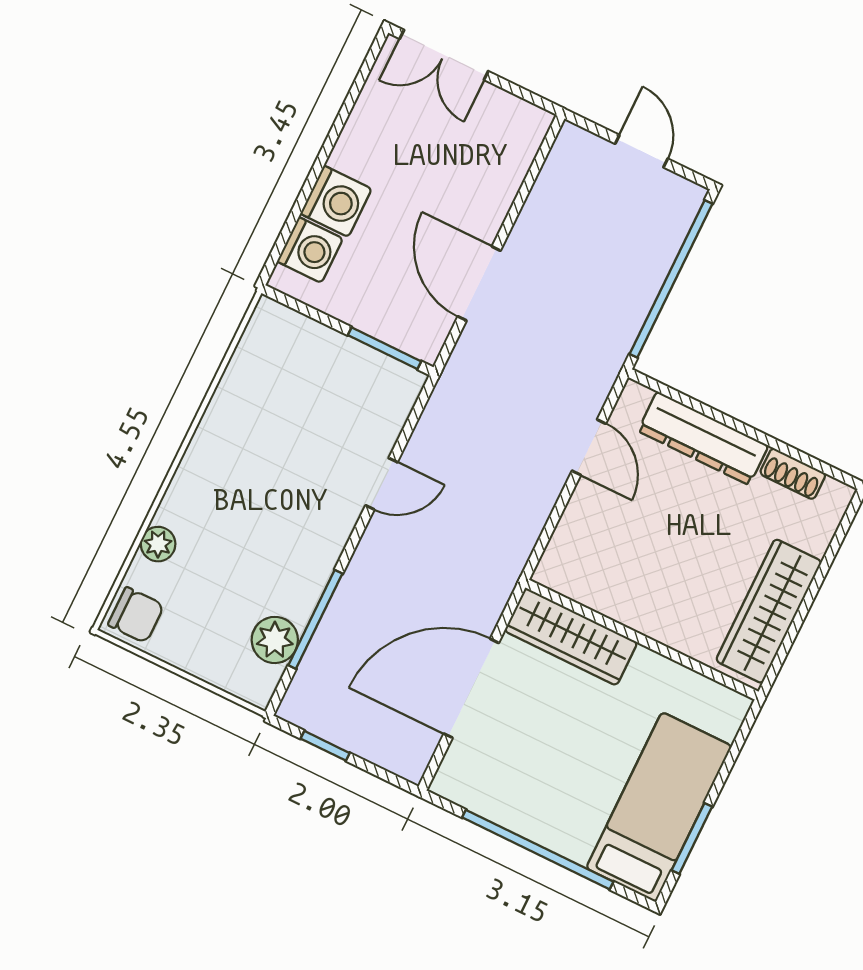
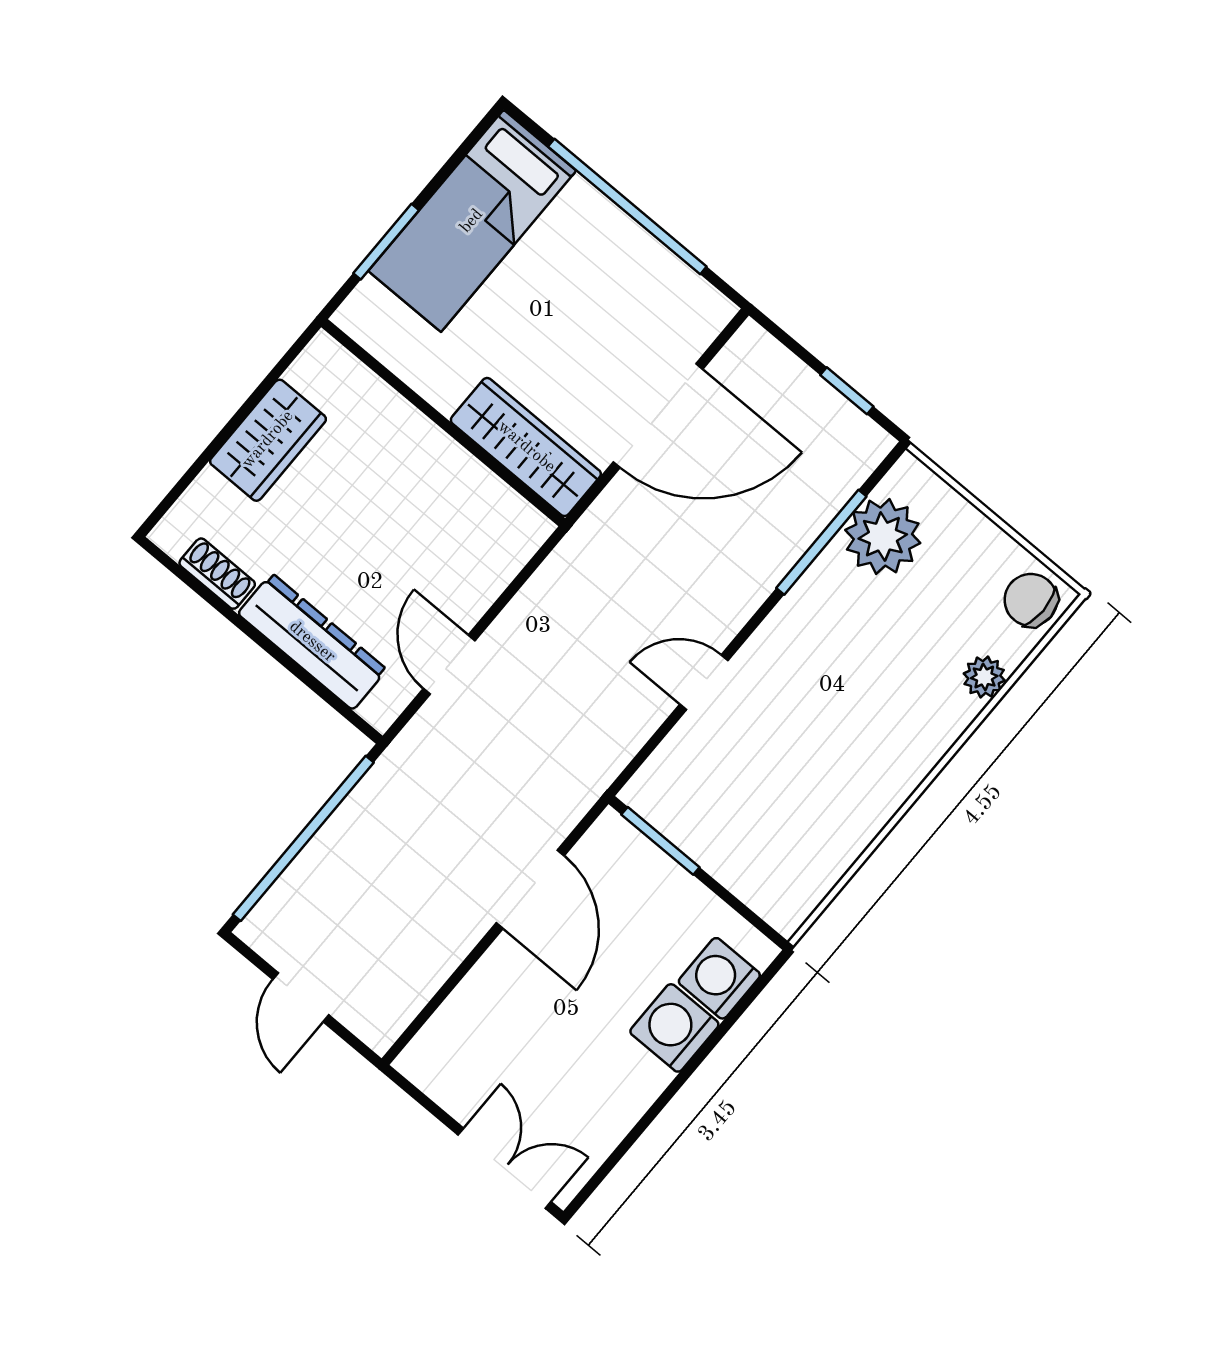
wardrobe: (769, 611) -> (268, 440), width x0.67
plant: (275, 640) -> (883, 537), width x1.36, depth x1.36
window: (692, 838) -> (386, 242), moved

